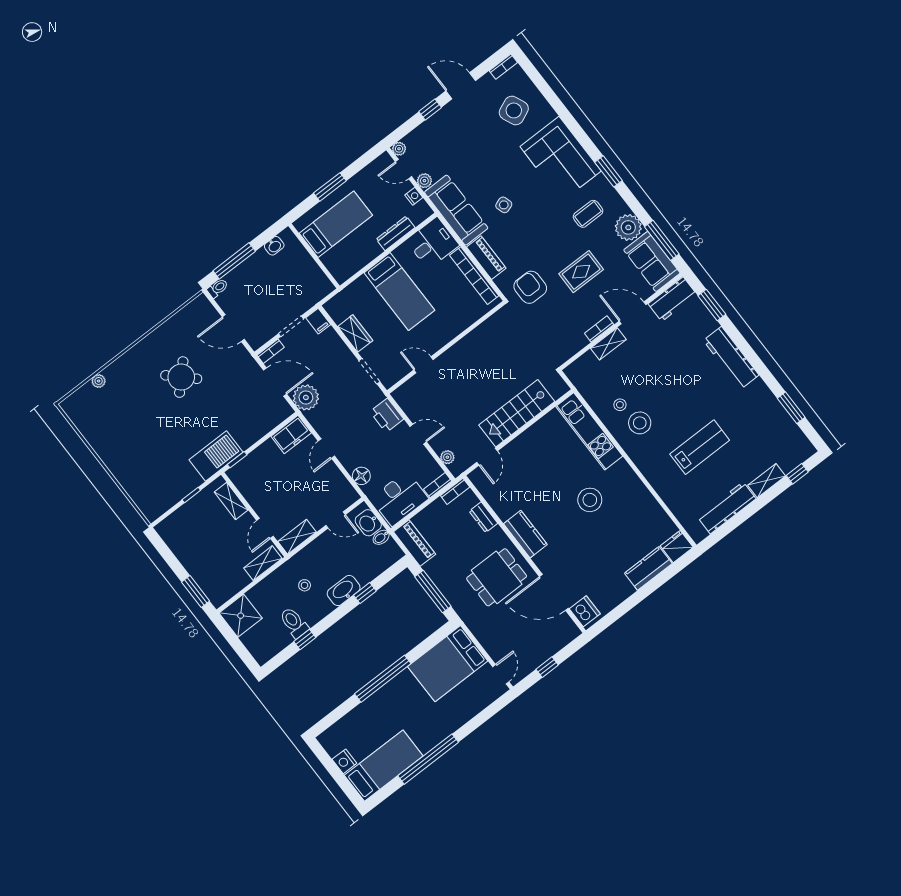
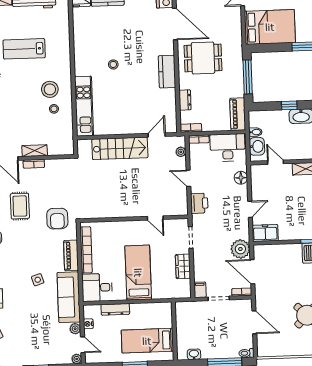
rug: (581, 272) -> (20, 206), turned 90
stool: (590, 500) -> (113, 64), width x0.53, depth x0.53

